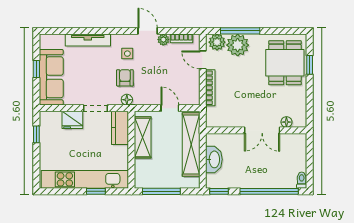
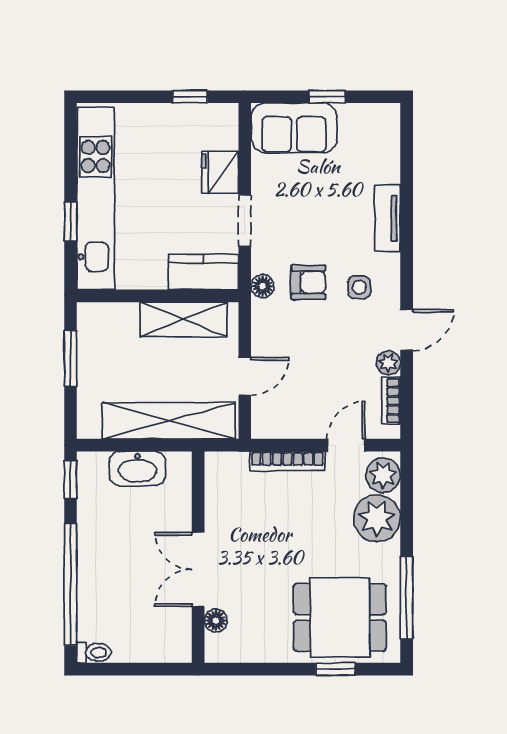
window: (240, 31) -> (407, 597), moved
tv unit: (88, 40) -> (388, 218), width x0.71
sofa: (51, 77) -> (294, 128), width x0.73
window: (161, 191) -> (71, 359), width x0.69

